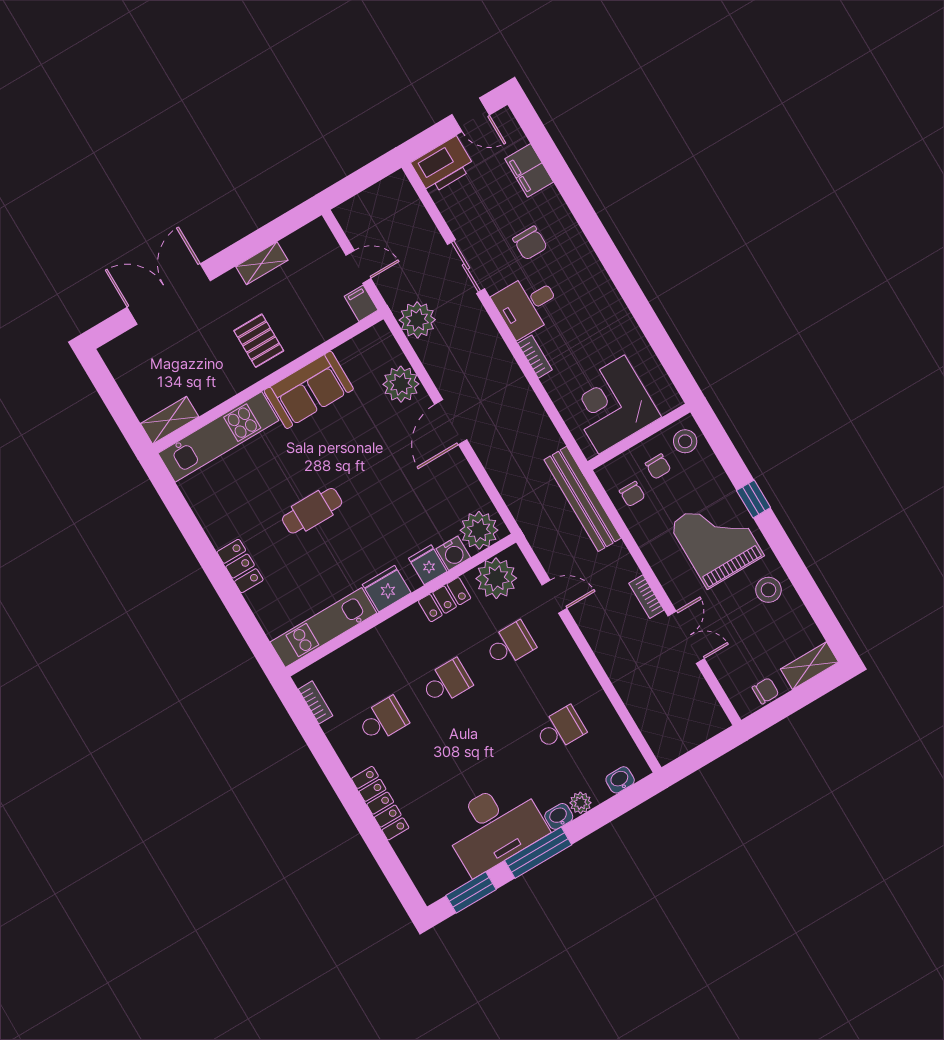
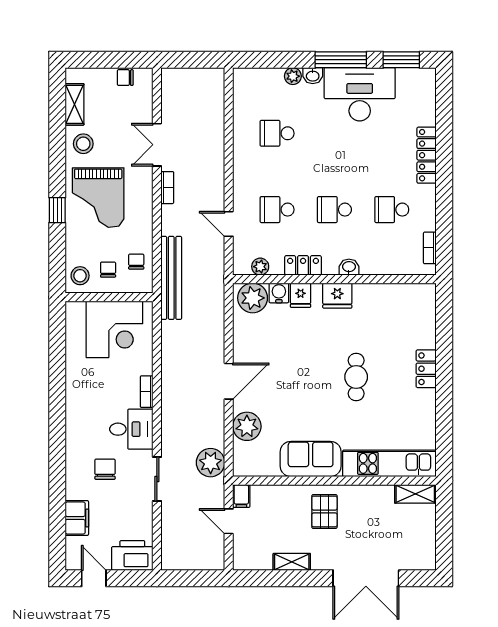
cafe table: (312, 511) -> (356, 377), turned 90
plant: (496, 578) -> (260, 267), width x0.53, depth x0.53
kitchen unit: (323, 627) -> (395, 295), removed
shelving: (809, 666) -> (75, 104), moved, turned 90
washbasin: (620, 780) -> (349, 267), moved, turned 180

